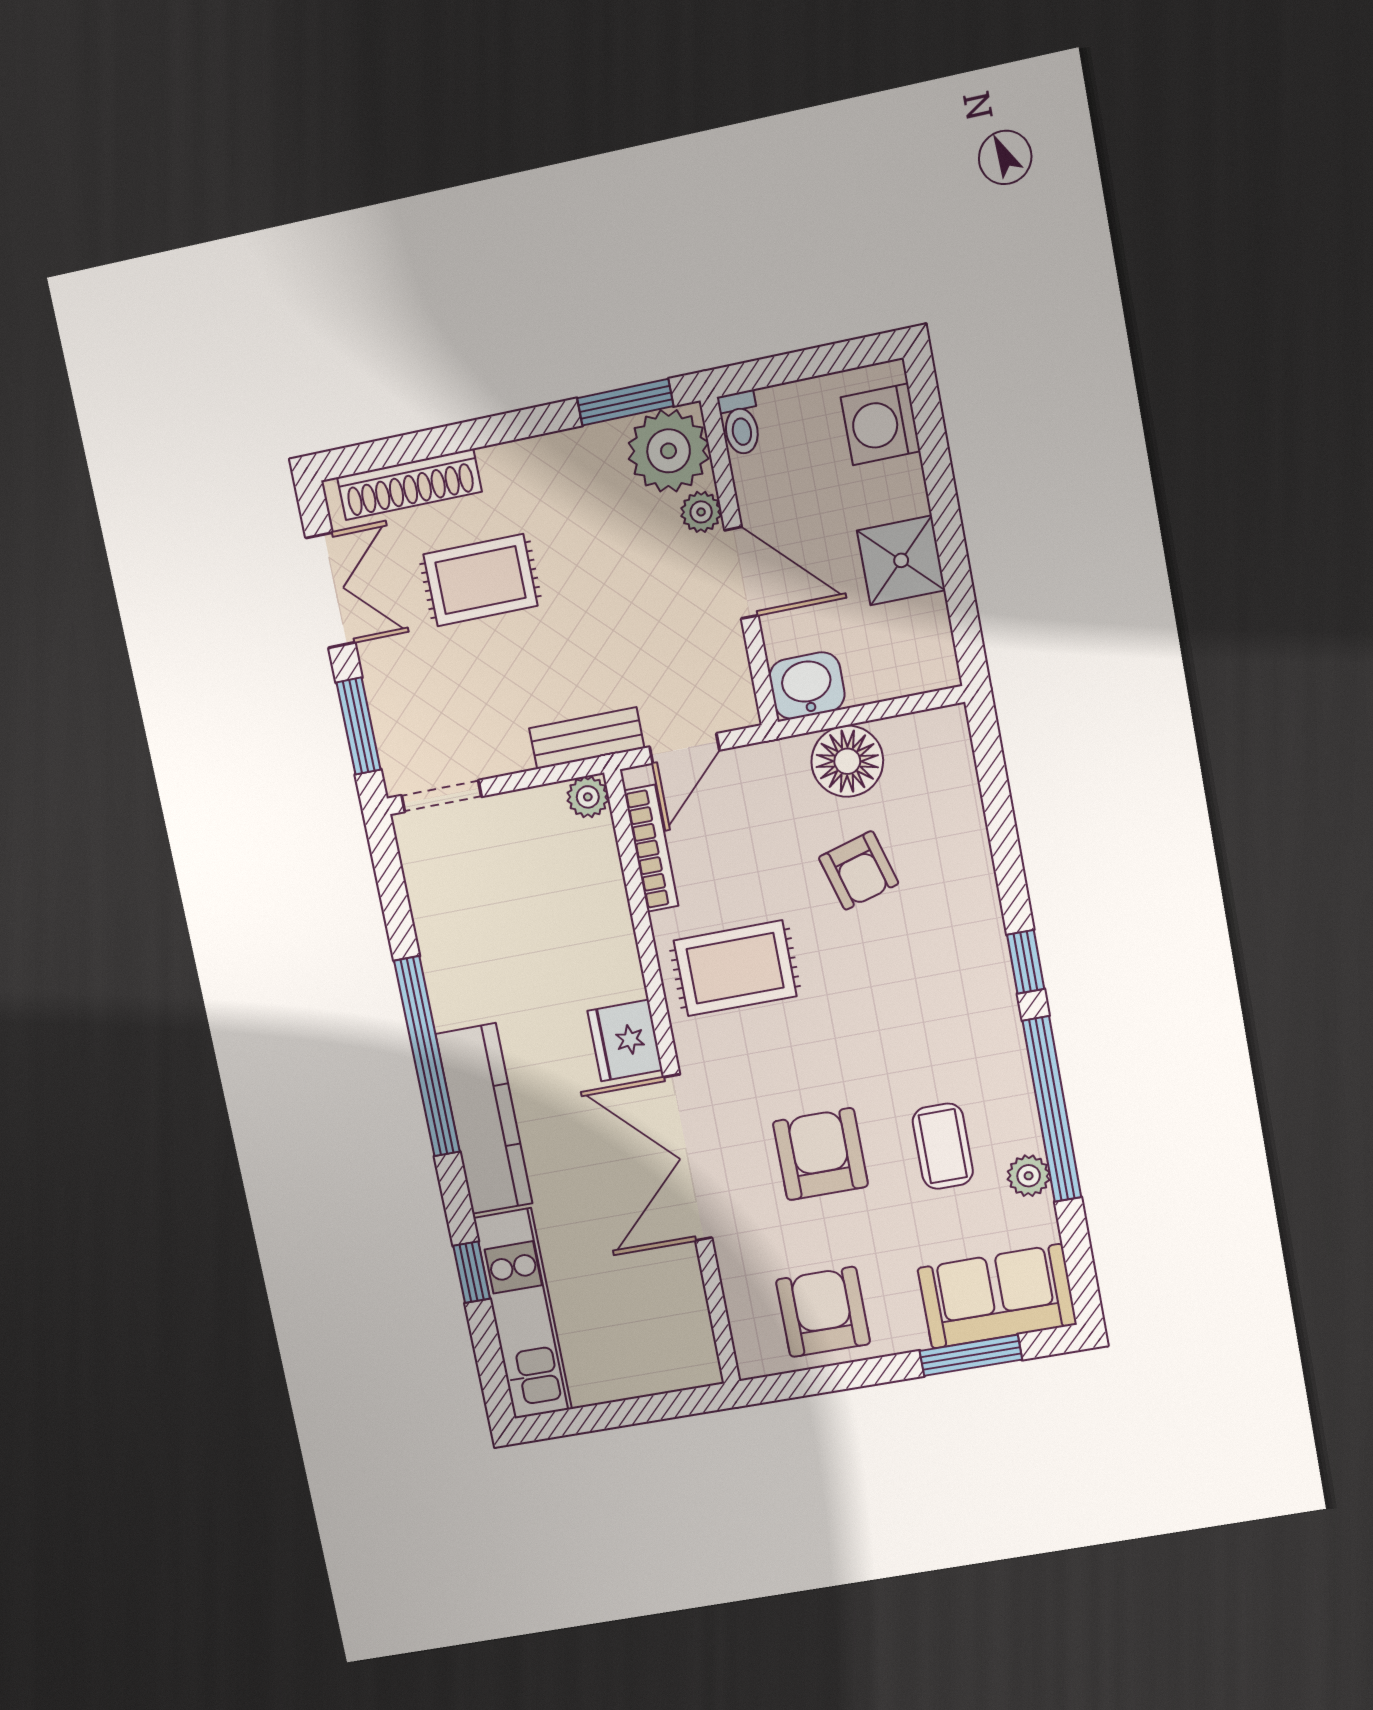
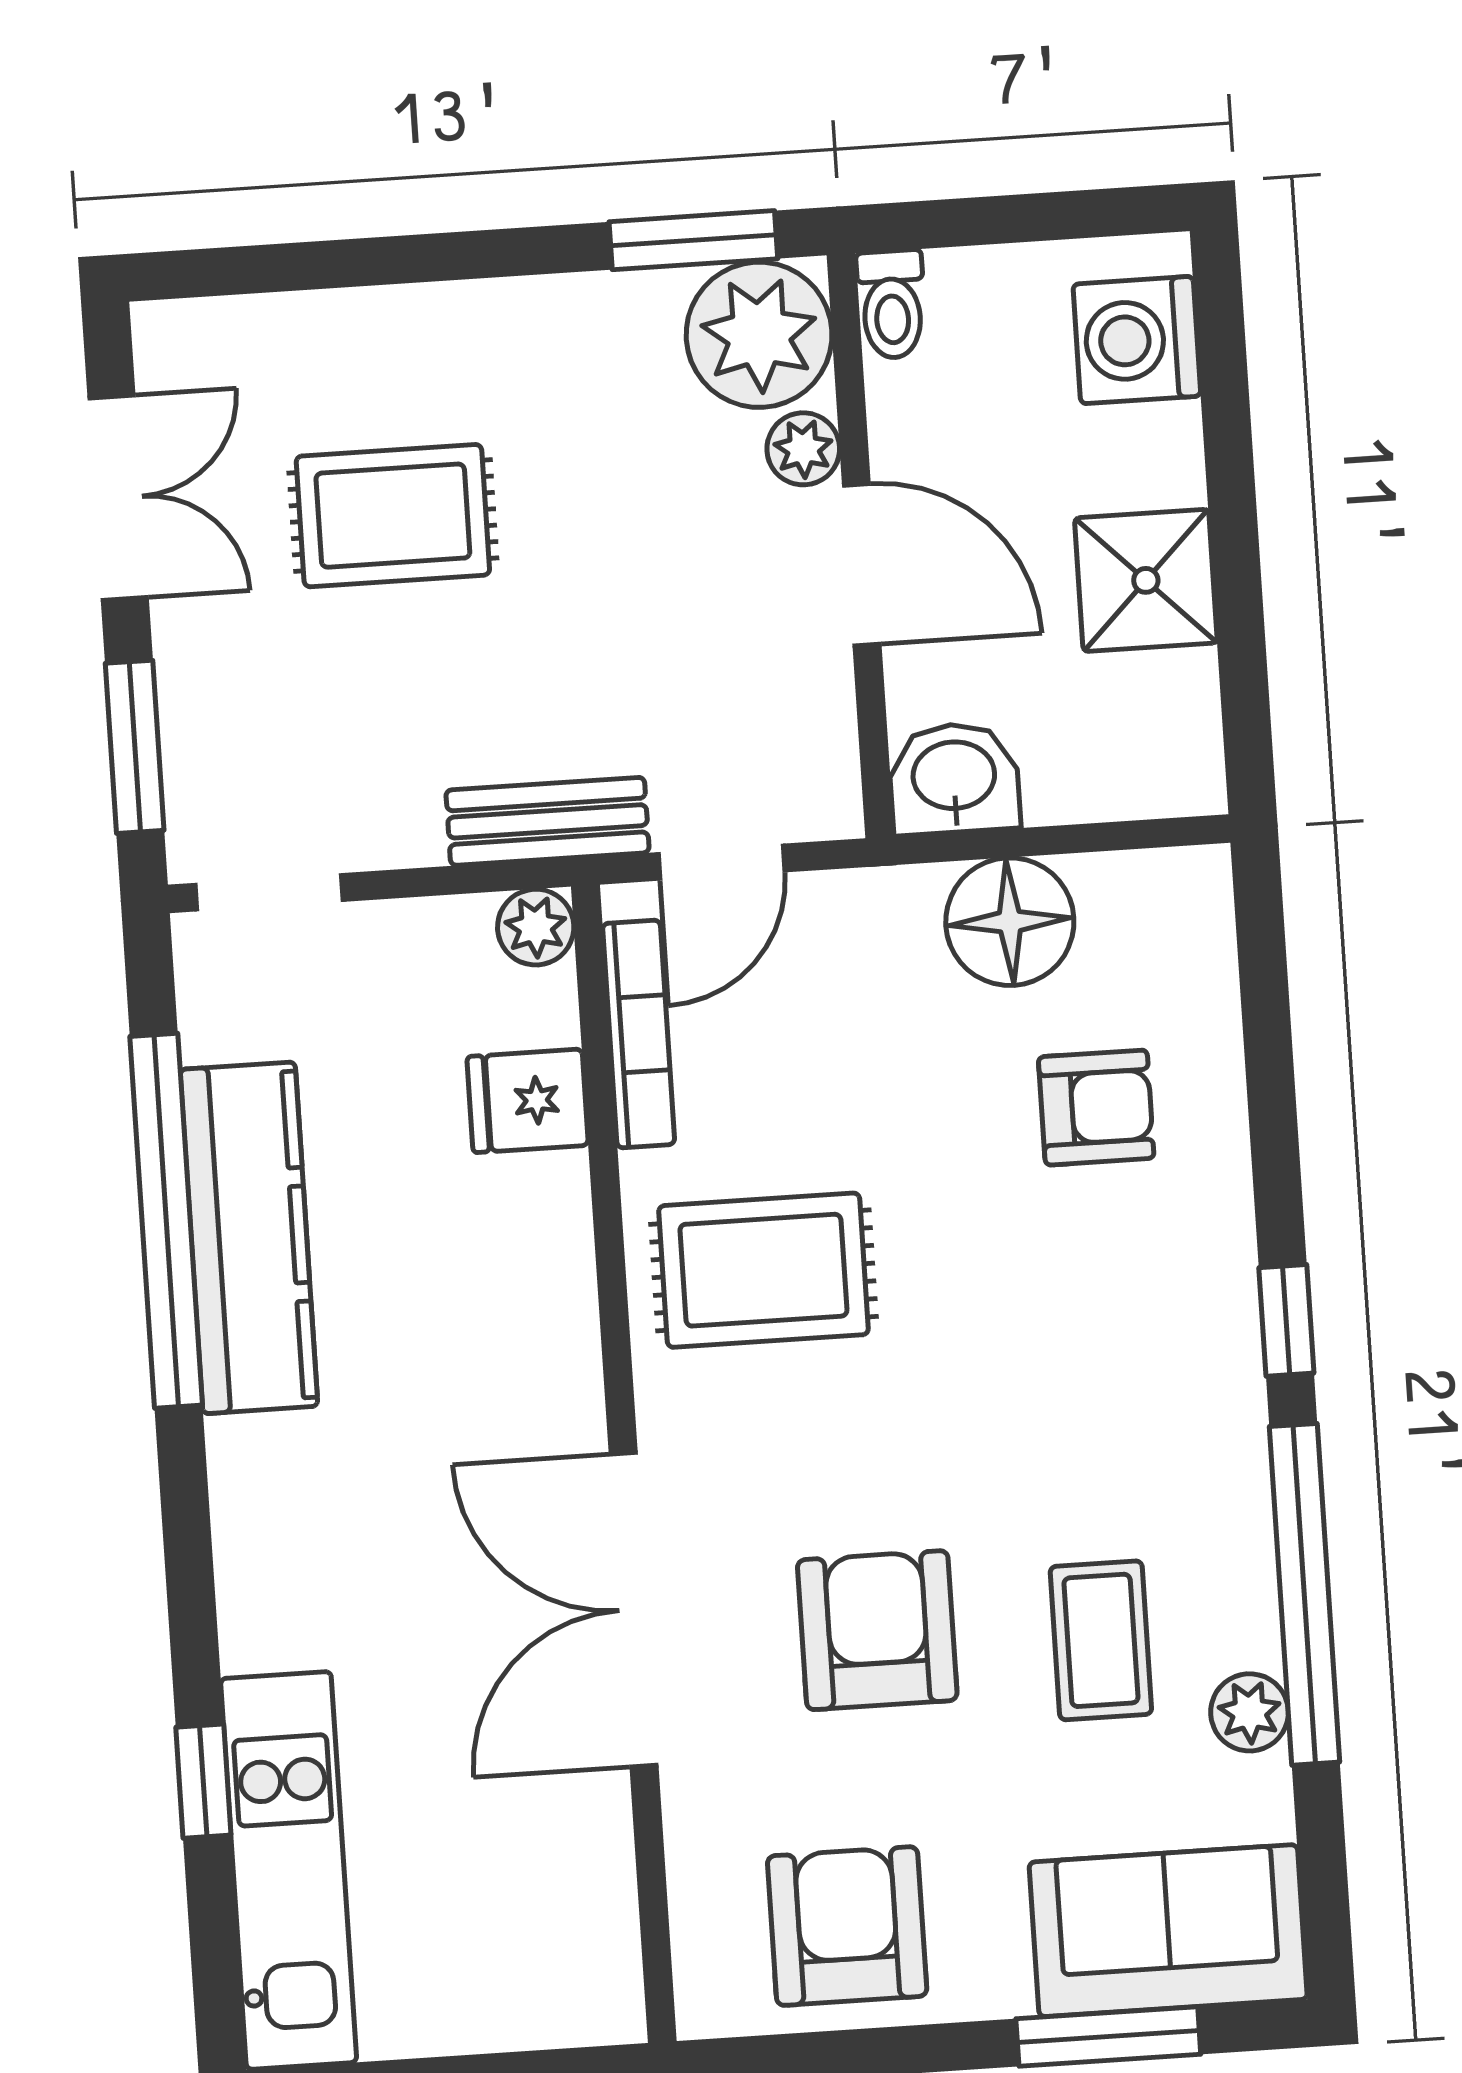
shoe rack: (409, 484) -> (288, 330), removed
armchair: (859, 870) -> (1096, 1108), moved, turned -74
fridge: (625, 1040) -> (528, 1101), moved, width x0.72
window: (427, 1057) -> (166, 1221), moved
kitchen counter: (484, 1119) -> (249, 1238), moved

